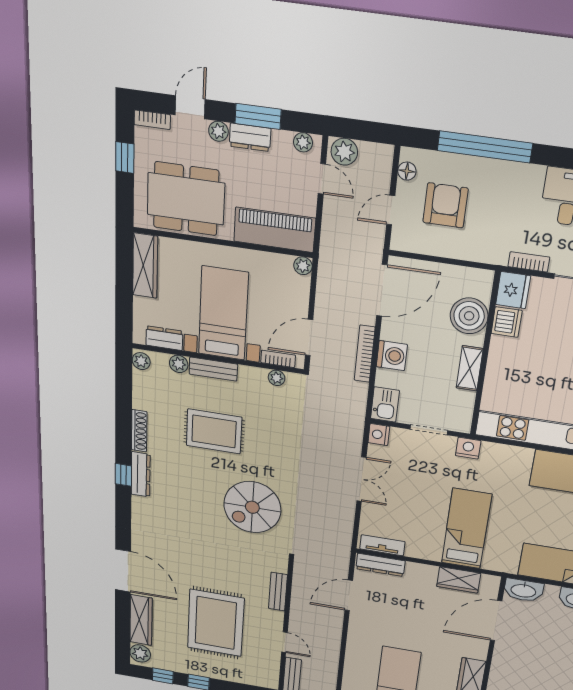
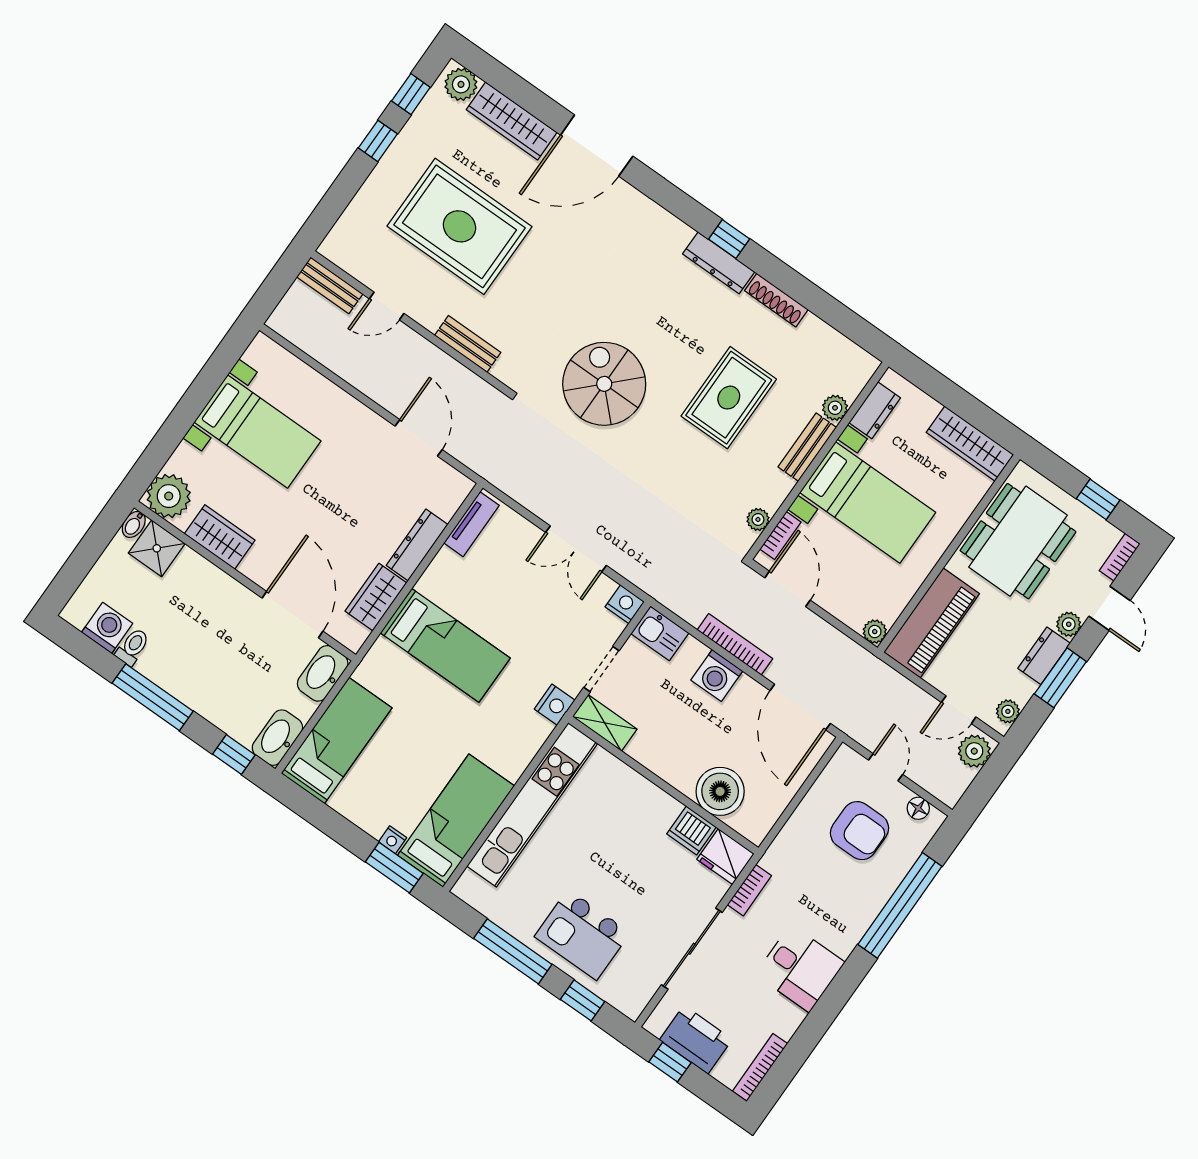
plant: (141, 361) -> (862, 362), removed
shelving: (470, 368) -> (605, 723), moved
dresser: (380, 565) -> (417, 545), moved

